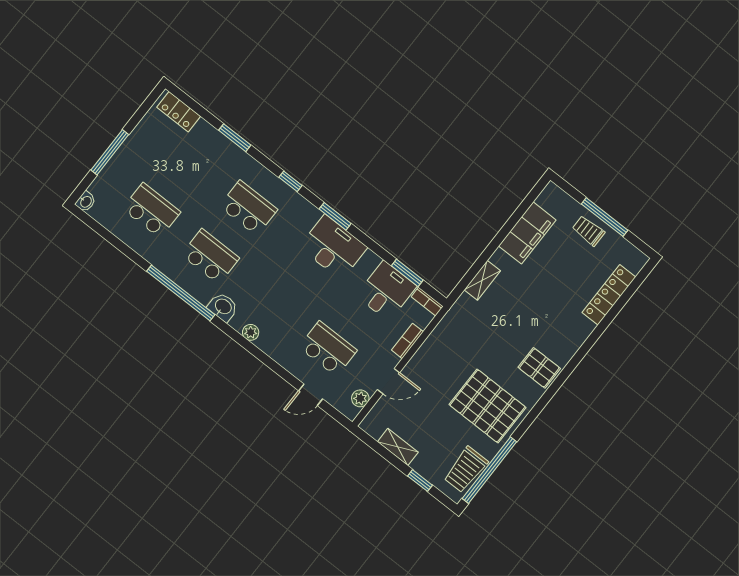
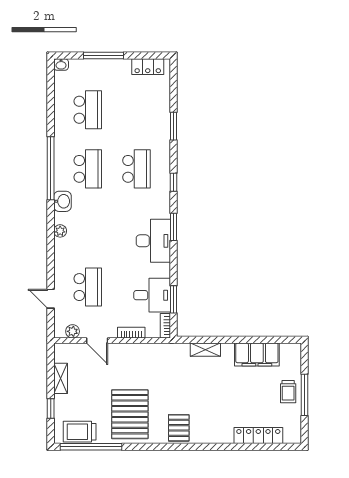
locker: (179, 112) -> (148, 67), moved, turned -90
trolley: (588, 231) -> (288, 392), turned 180

